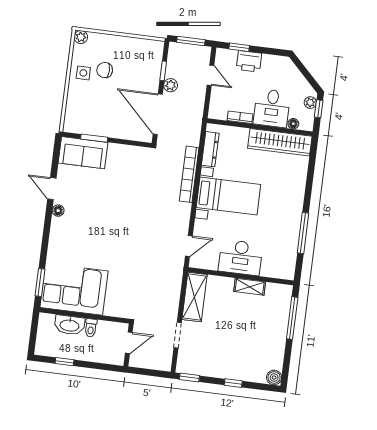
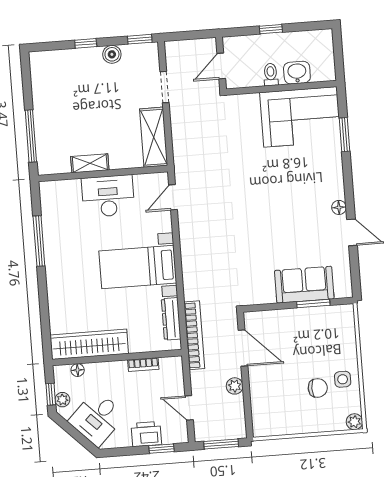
window: (163, 71) -> (247, 401), removed
desk: (272, 108) -> (97, 418), moved, turned -135
door: (158, 114) -> (243, 348), width x0.73
sofa: (83, 153) -> (304, 285), moved
bookcase: (189, 174) -> (194, 335), moved
window: (40, 283) -> (344, 135), moved
washbasin: (70, 325) -> (297, 73), width x0.72
window: (65, 362) -> (271, 29), moved
boiler: (274, 378) -> (112, 54), moved

